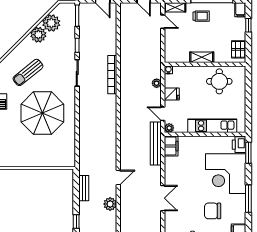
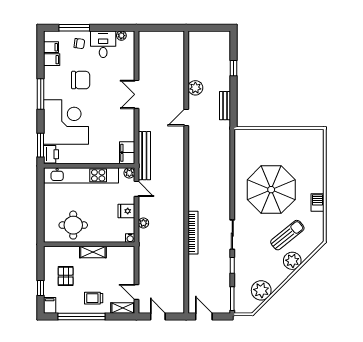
plant: (38, 35) -> (292, 261), moved
pallet: (238, 49) -> (66, 276), moved
kitchen unit: (212, 126) -> (81, 175), width x1.36

